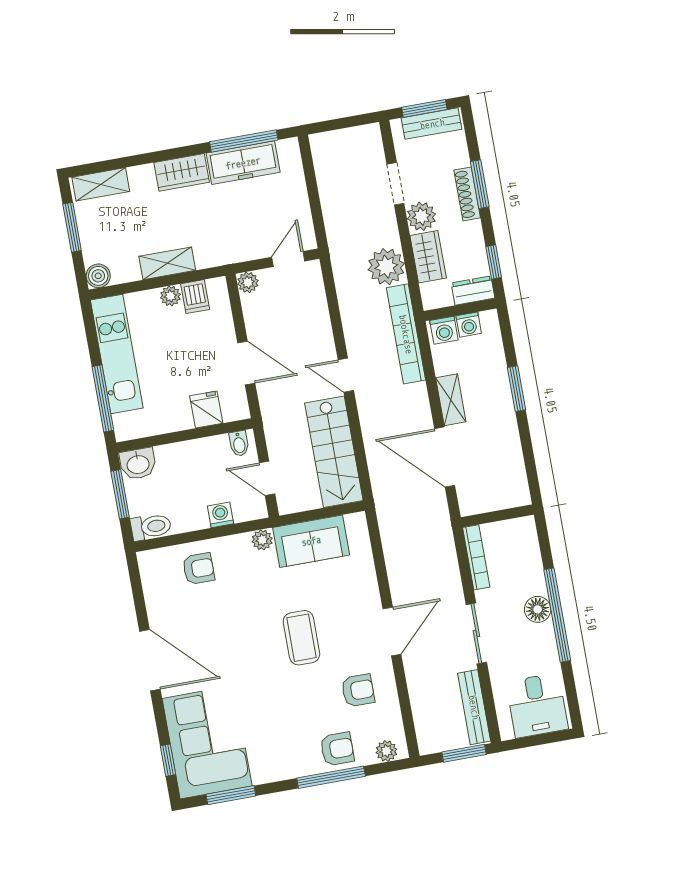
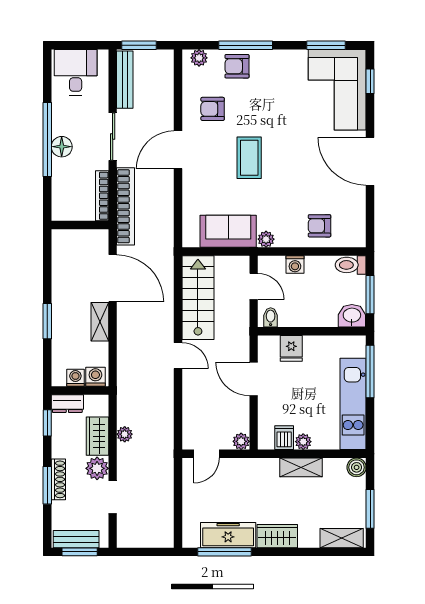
plant: (386, 267) -> (125, 434), width x0.53, depth x0.53
bookcase: (406, 334) -> (126, 206), moved

